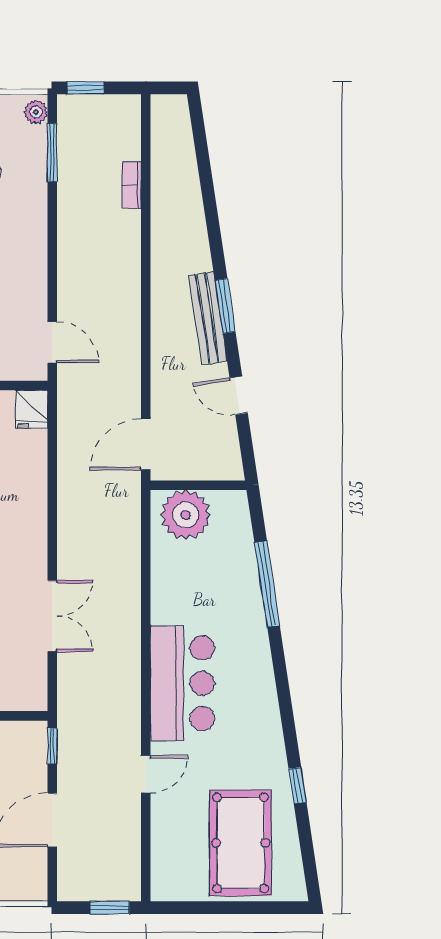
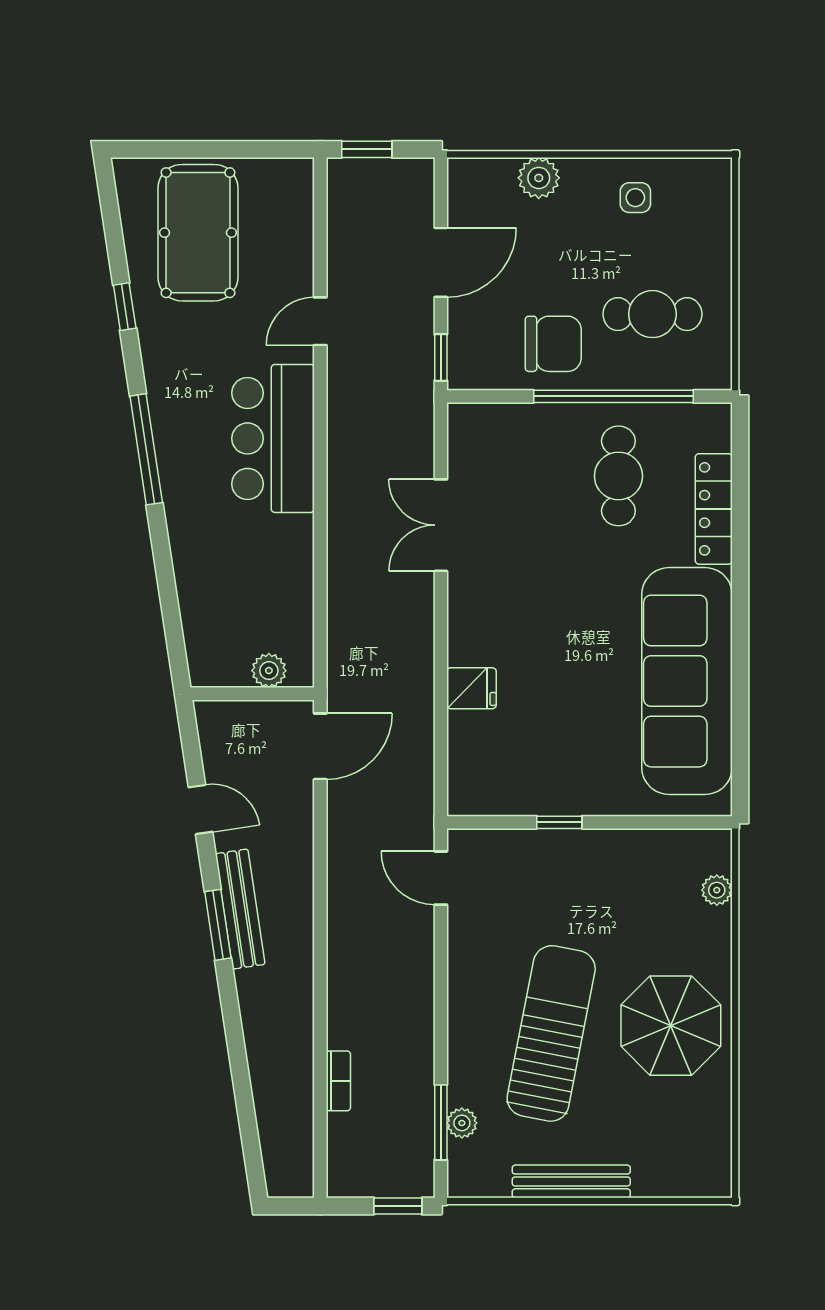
plant: (36, 112) -> (462, 1123), moved
fridge: (32, 409) -> (471, 688), moved, turned 90
plant: (186, 515) -> (269, 671), width x0.53, depth x0.53
window: (267, 584) -> (146, 449), moved

